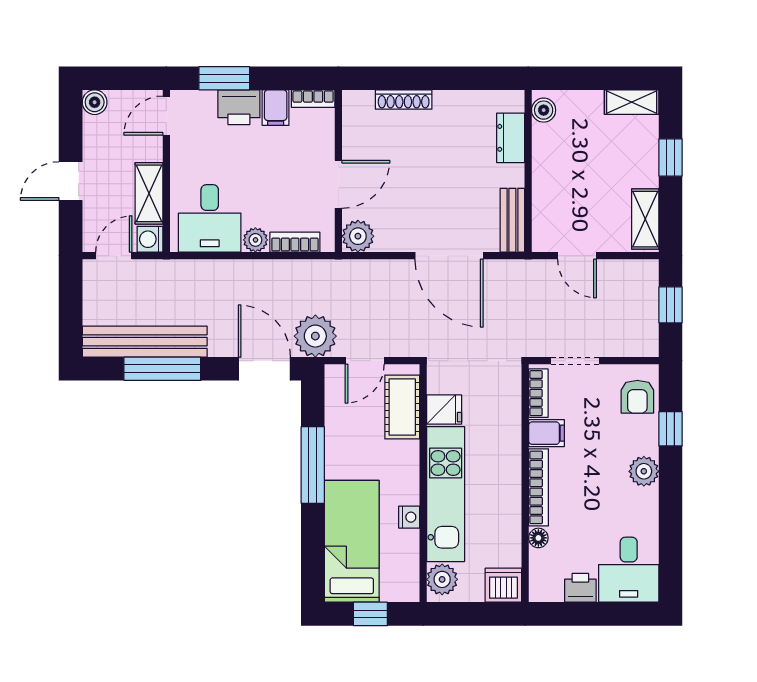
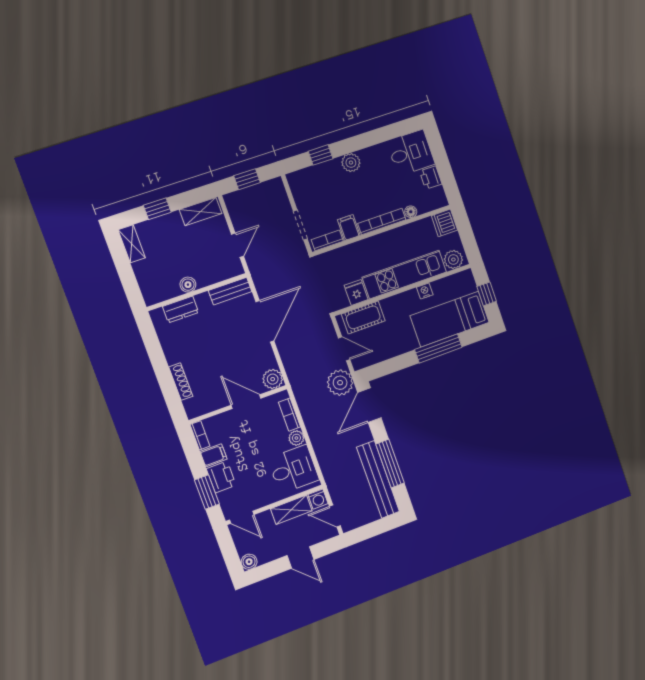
boiler: (544, 110) -> (188, 285), moved
armchair: (637, 397) -> (309, 181), removed
window: (313, 465) -> (438, 348), moved

